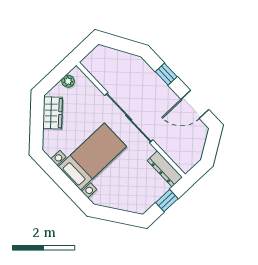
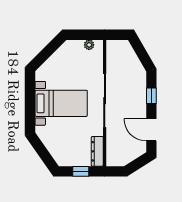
wardrobe: (53, 113) -> (62, 55), removed

